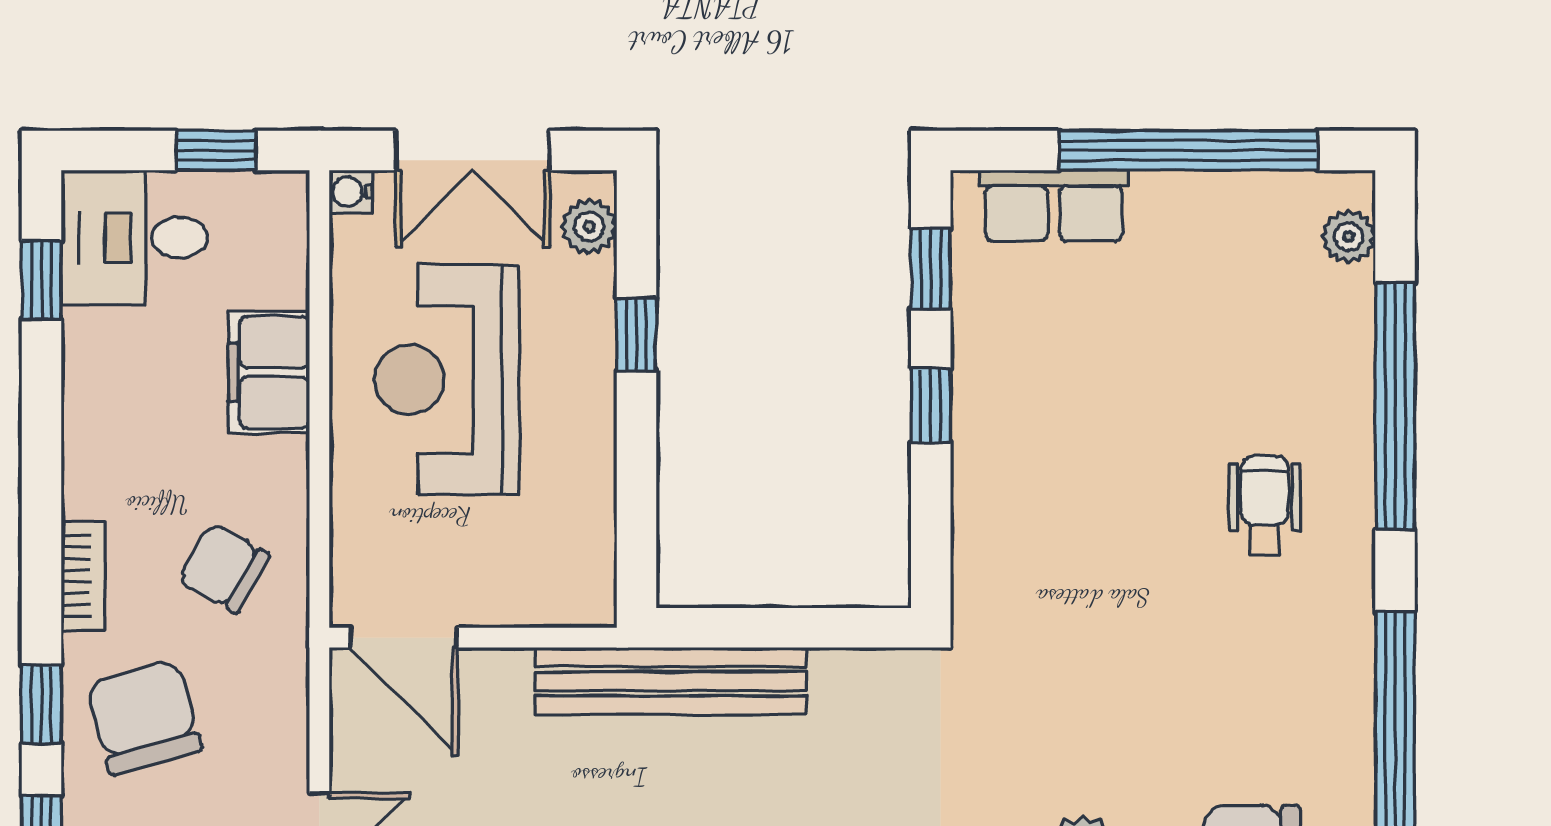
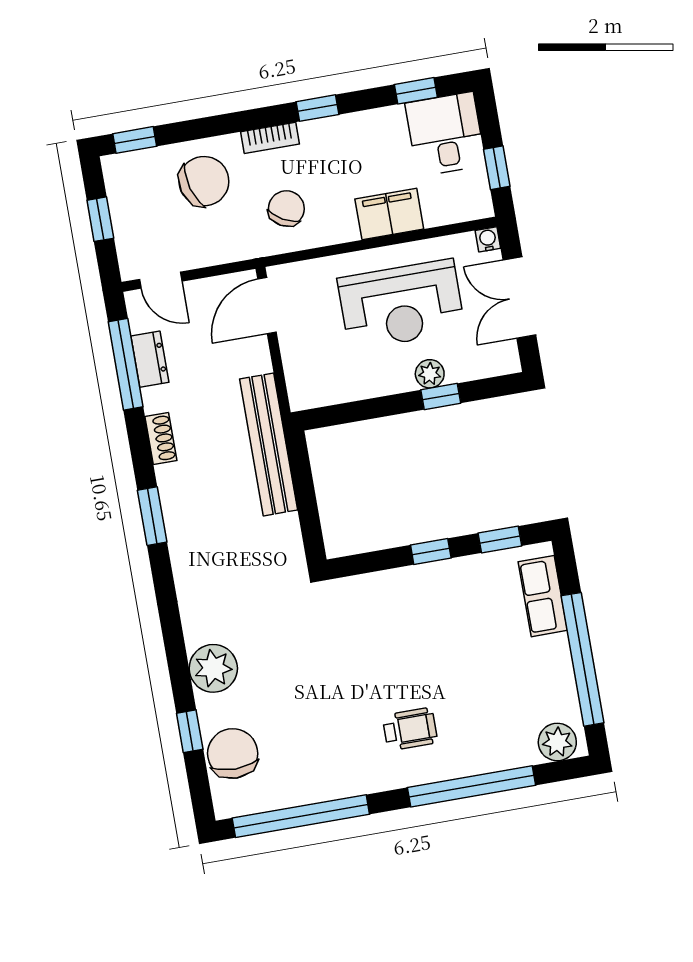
plant: (589, 227) -> (430, 374), moved
plant: (1349, 237) -> (557, 742), width x1.38, depth x1.38
reception desk: (447, 380) -> (401, 305), turned 180
window: (41, 704) -> (318, 108), moved

